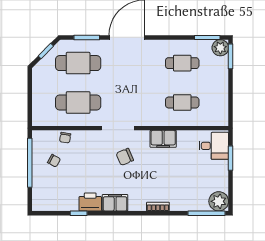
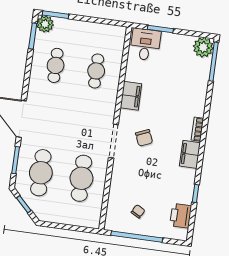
chair: (65, 138) -> (116, 197), removed
printer: (90, 202) -> (181, 216), moved
bookcase: (158, 207) -> (197, 129), moved

